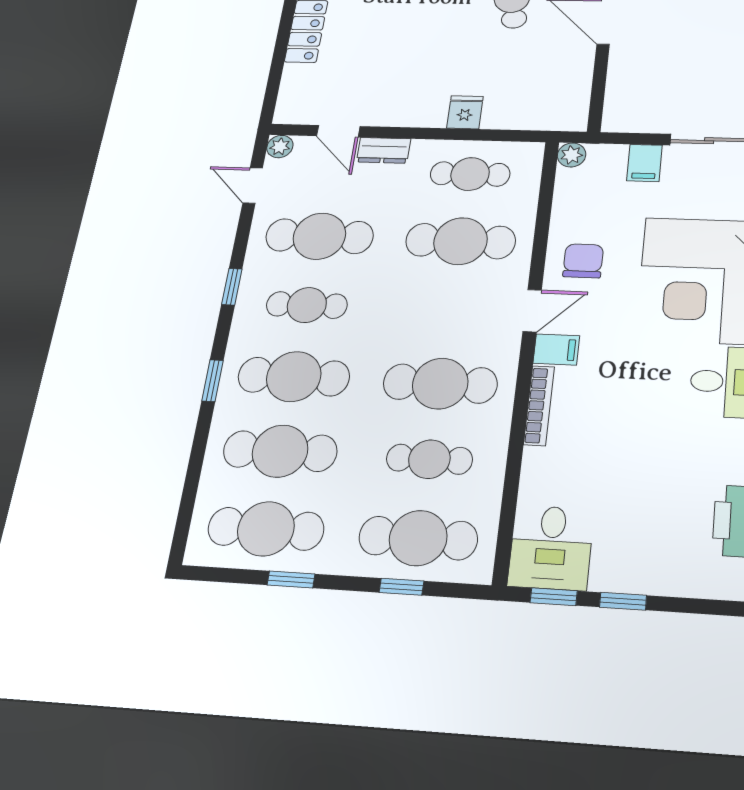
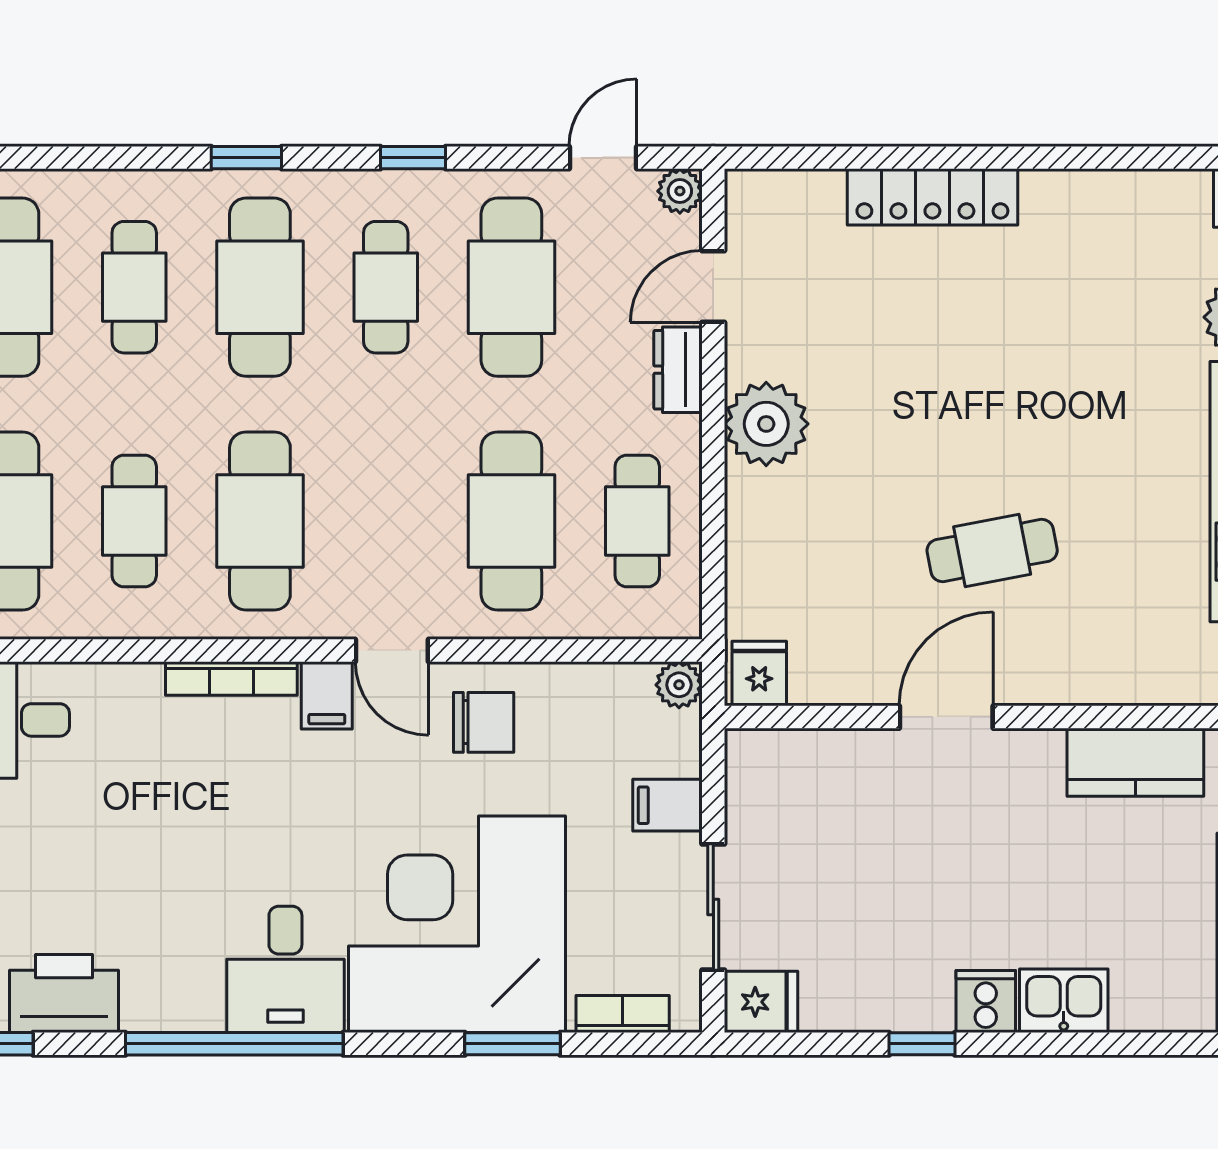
plant: (423, 106) -> (766, 424), added
fridge: (465, 112) -> (759, 674), moved, turned -90
cafe table: (280, 451) -> (134, 287), width x0.73, depth x0.74

